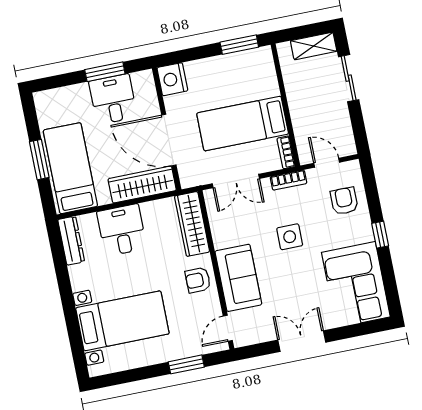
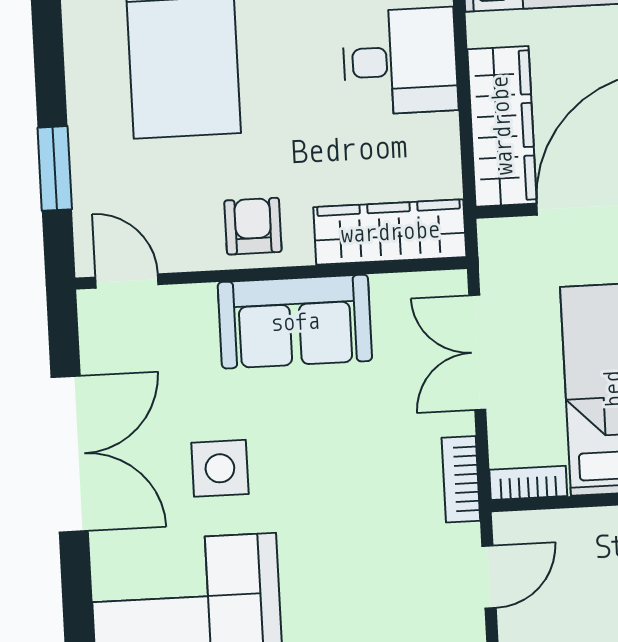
armchair: (344, 201) -> (391, 605), removed
side table: (290, 237) -> (220, 468), moved
sofa: (238, 278) -> (295, 322), moved
double door: (302, 341) -> (70, 454), width x1.37

